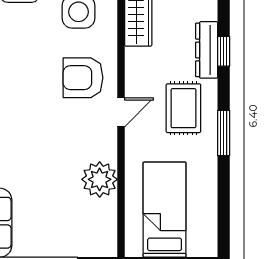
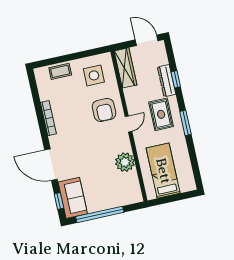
armchair: (83, 78) -> (104, 110), turned -90

